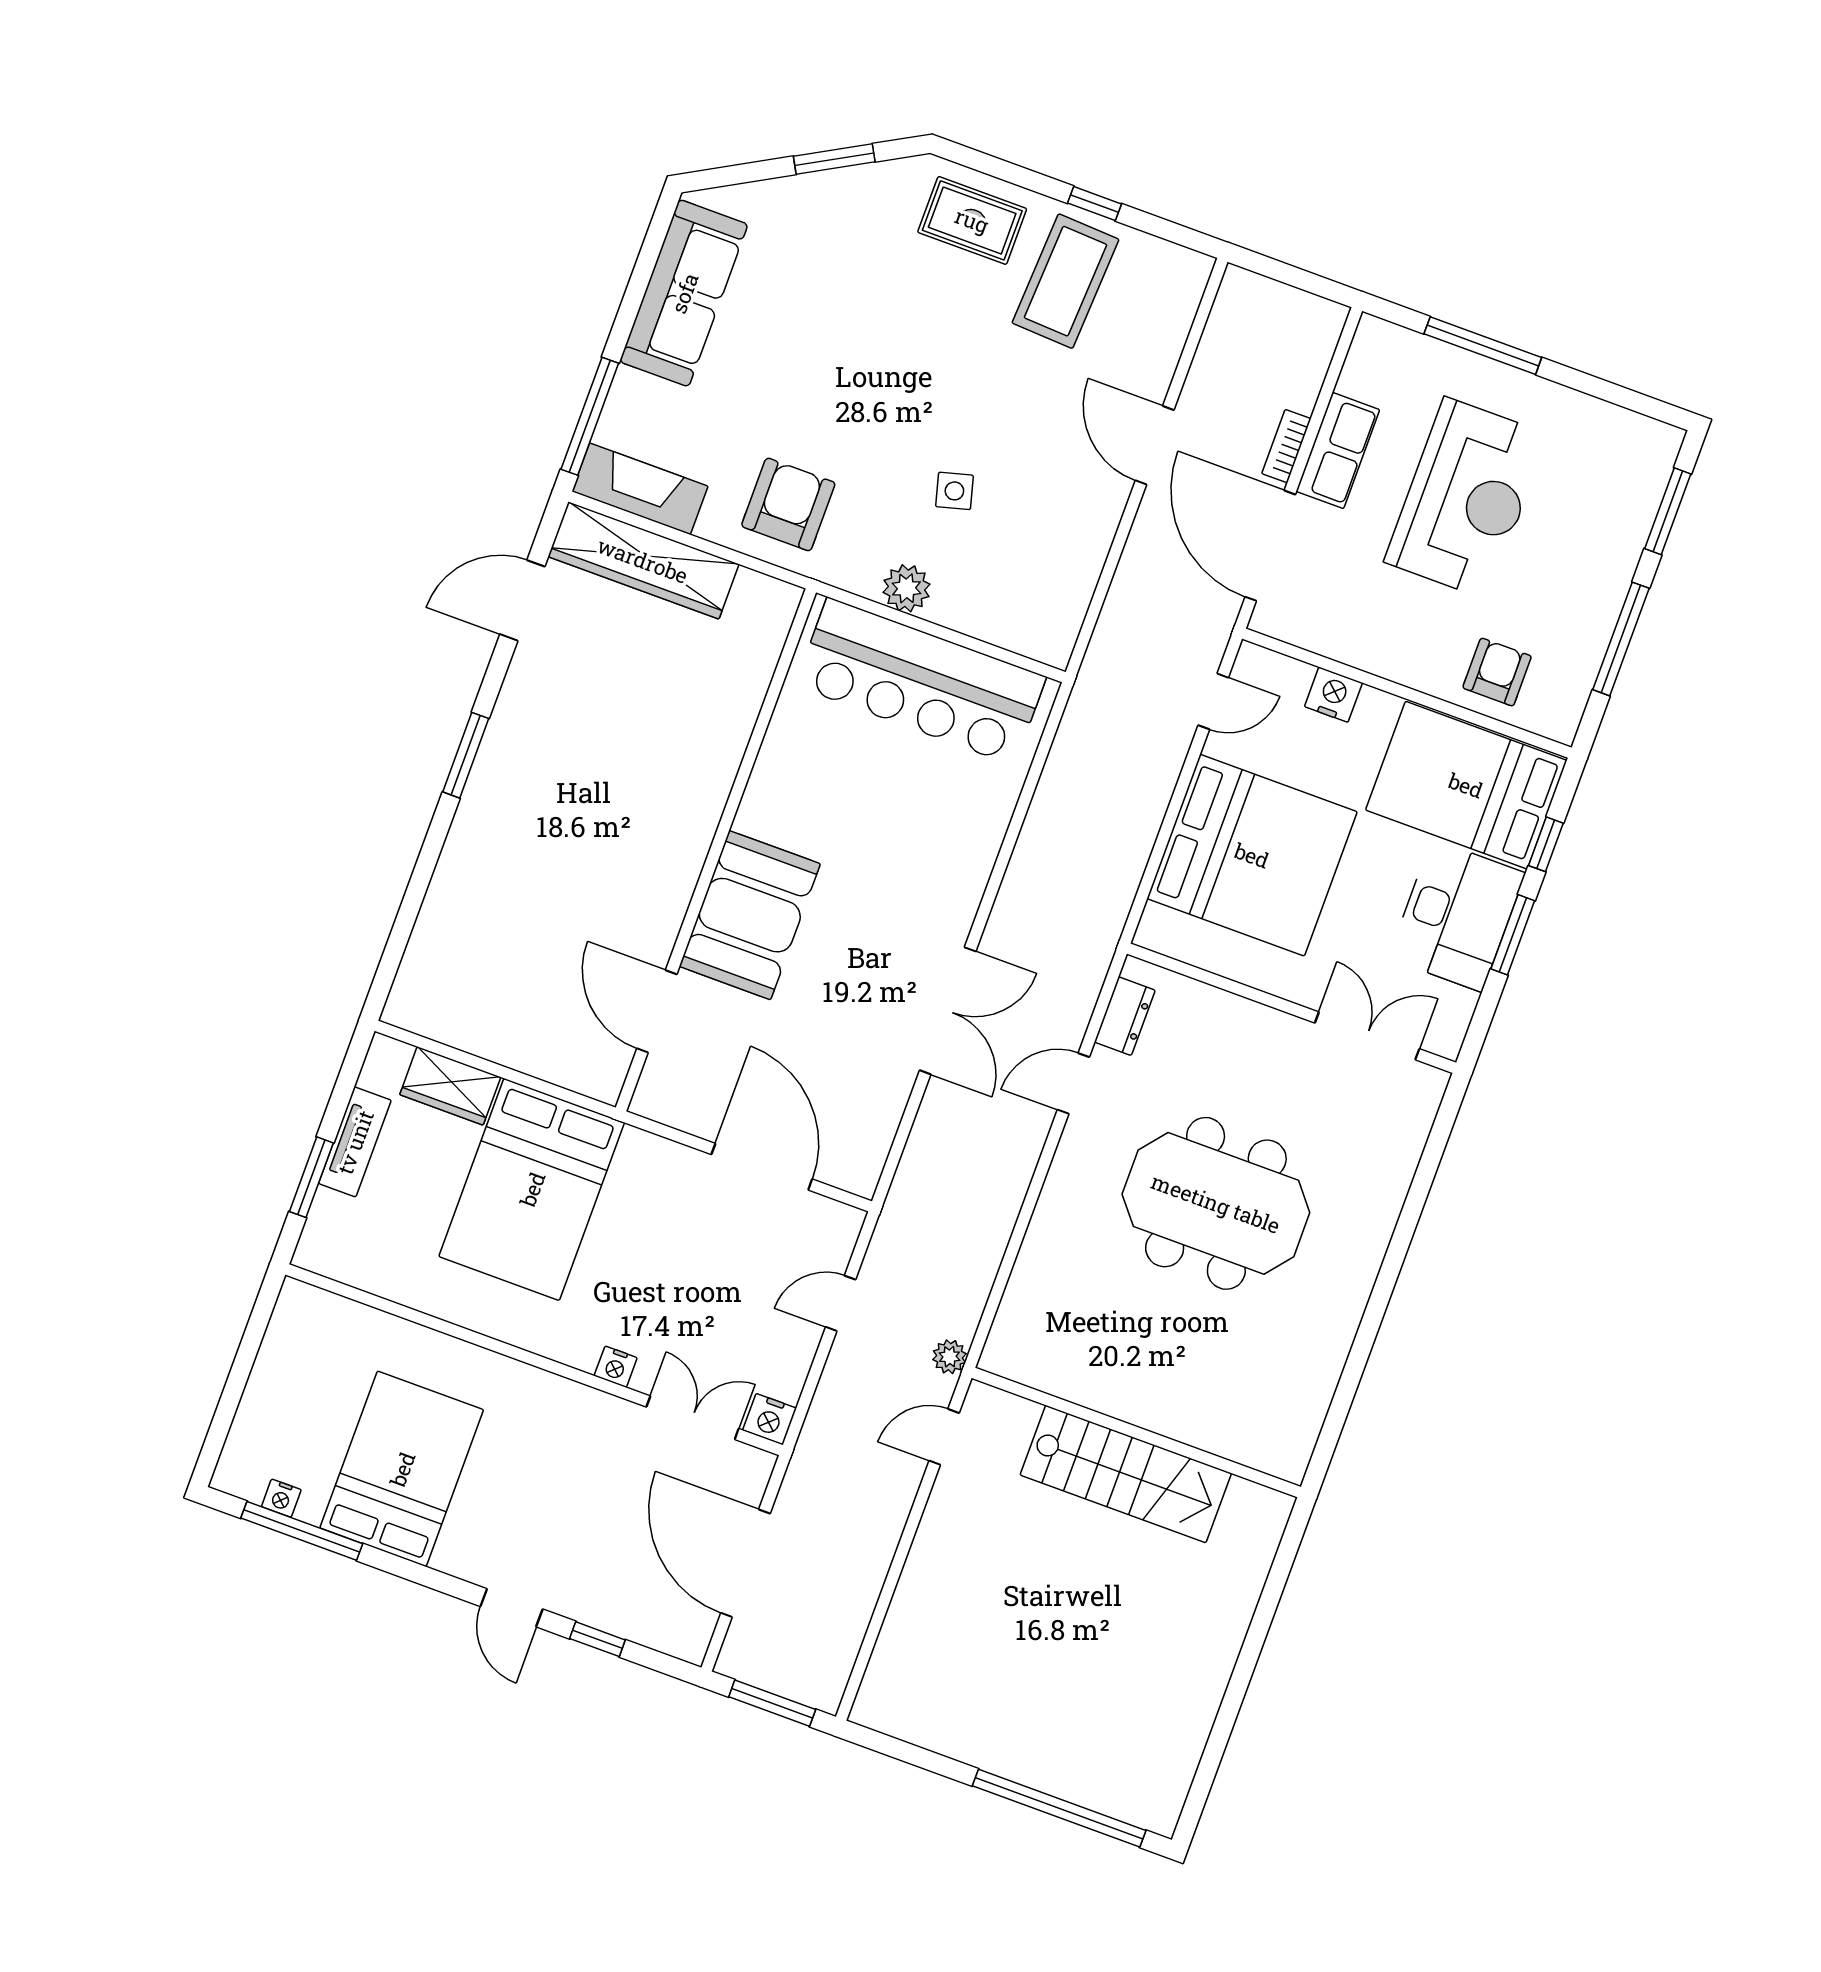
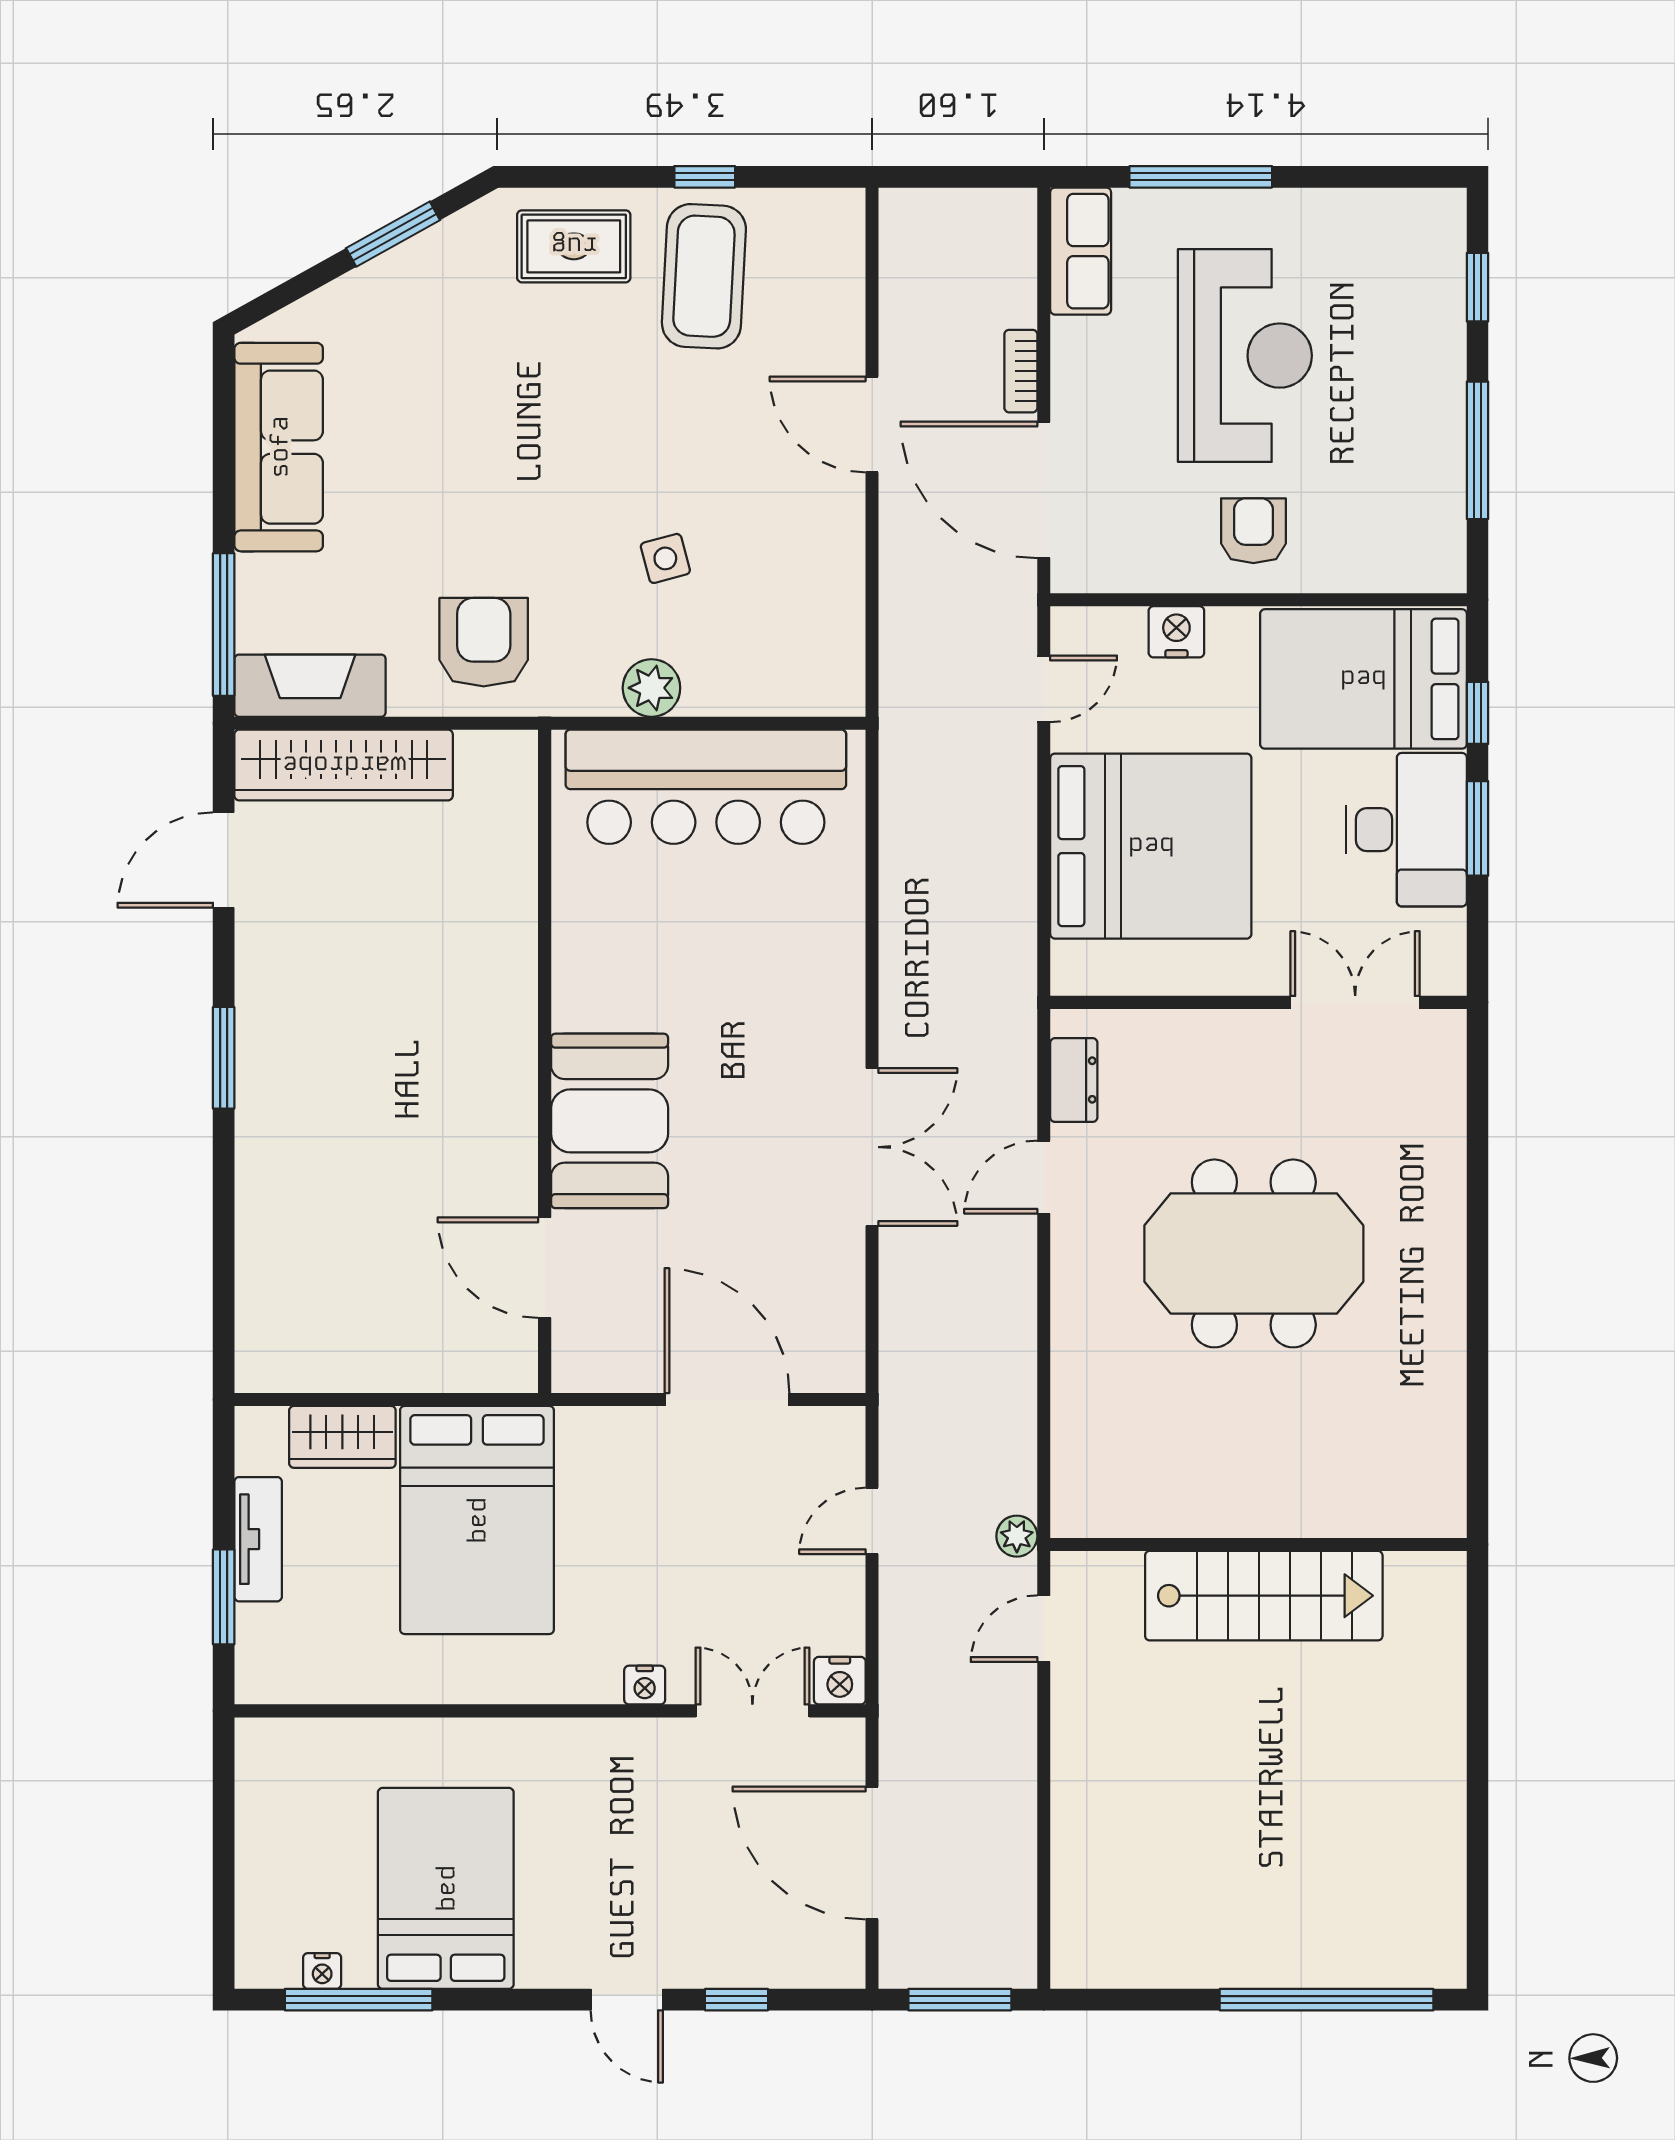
row of seats: (1338, 450) -> (1081, 251), moved
window: (1668, 511) -> (1477, 287), width x0.67
armchair: (1497, 672) -> (1253, 531), moved

